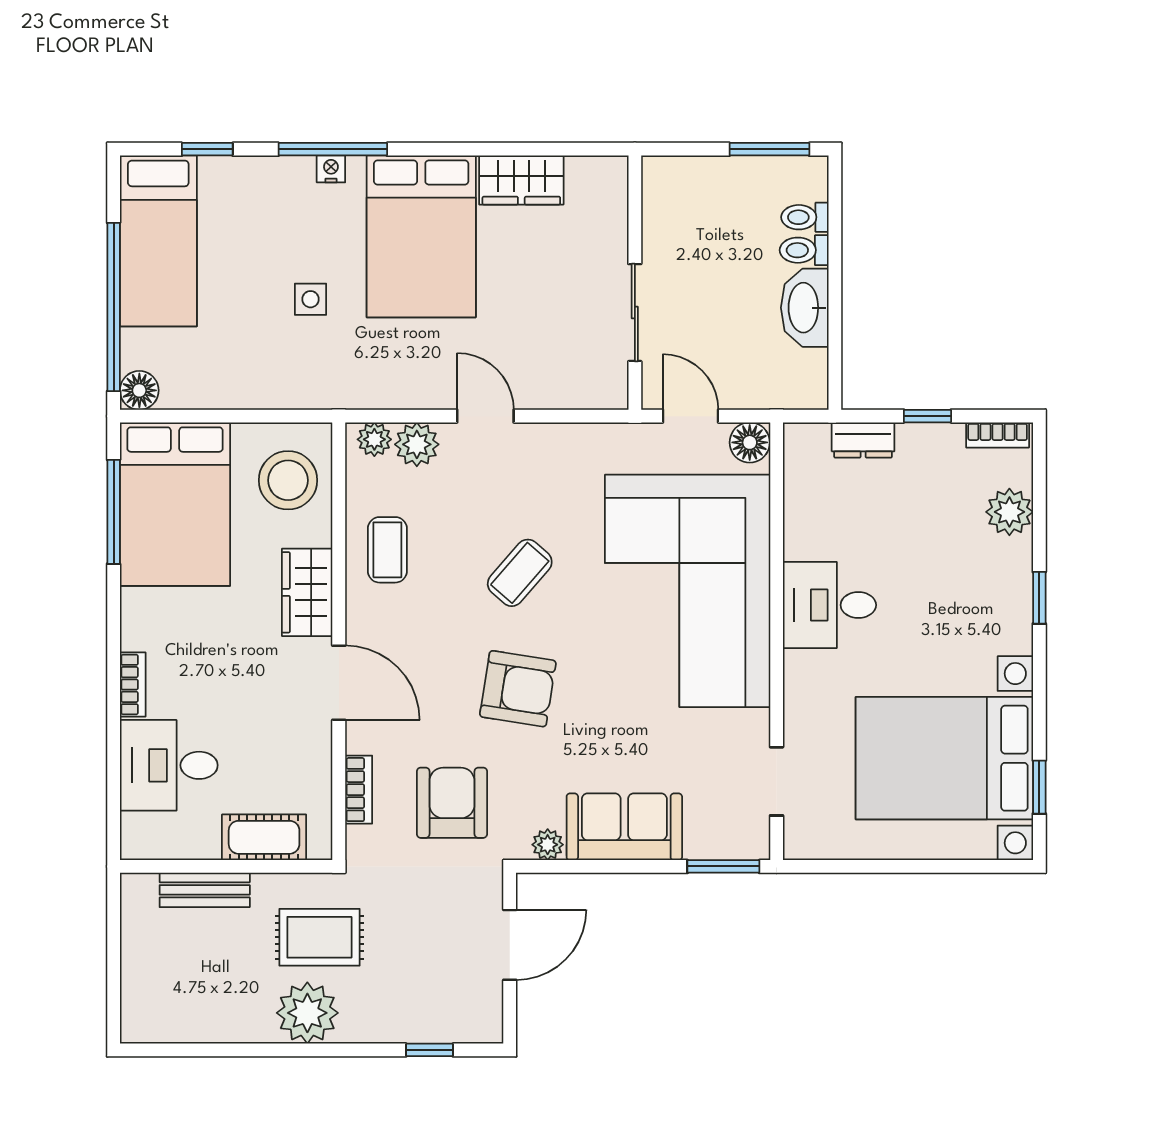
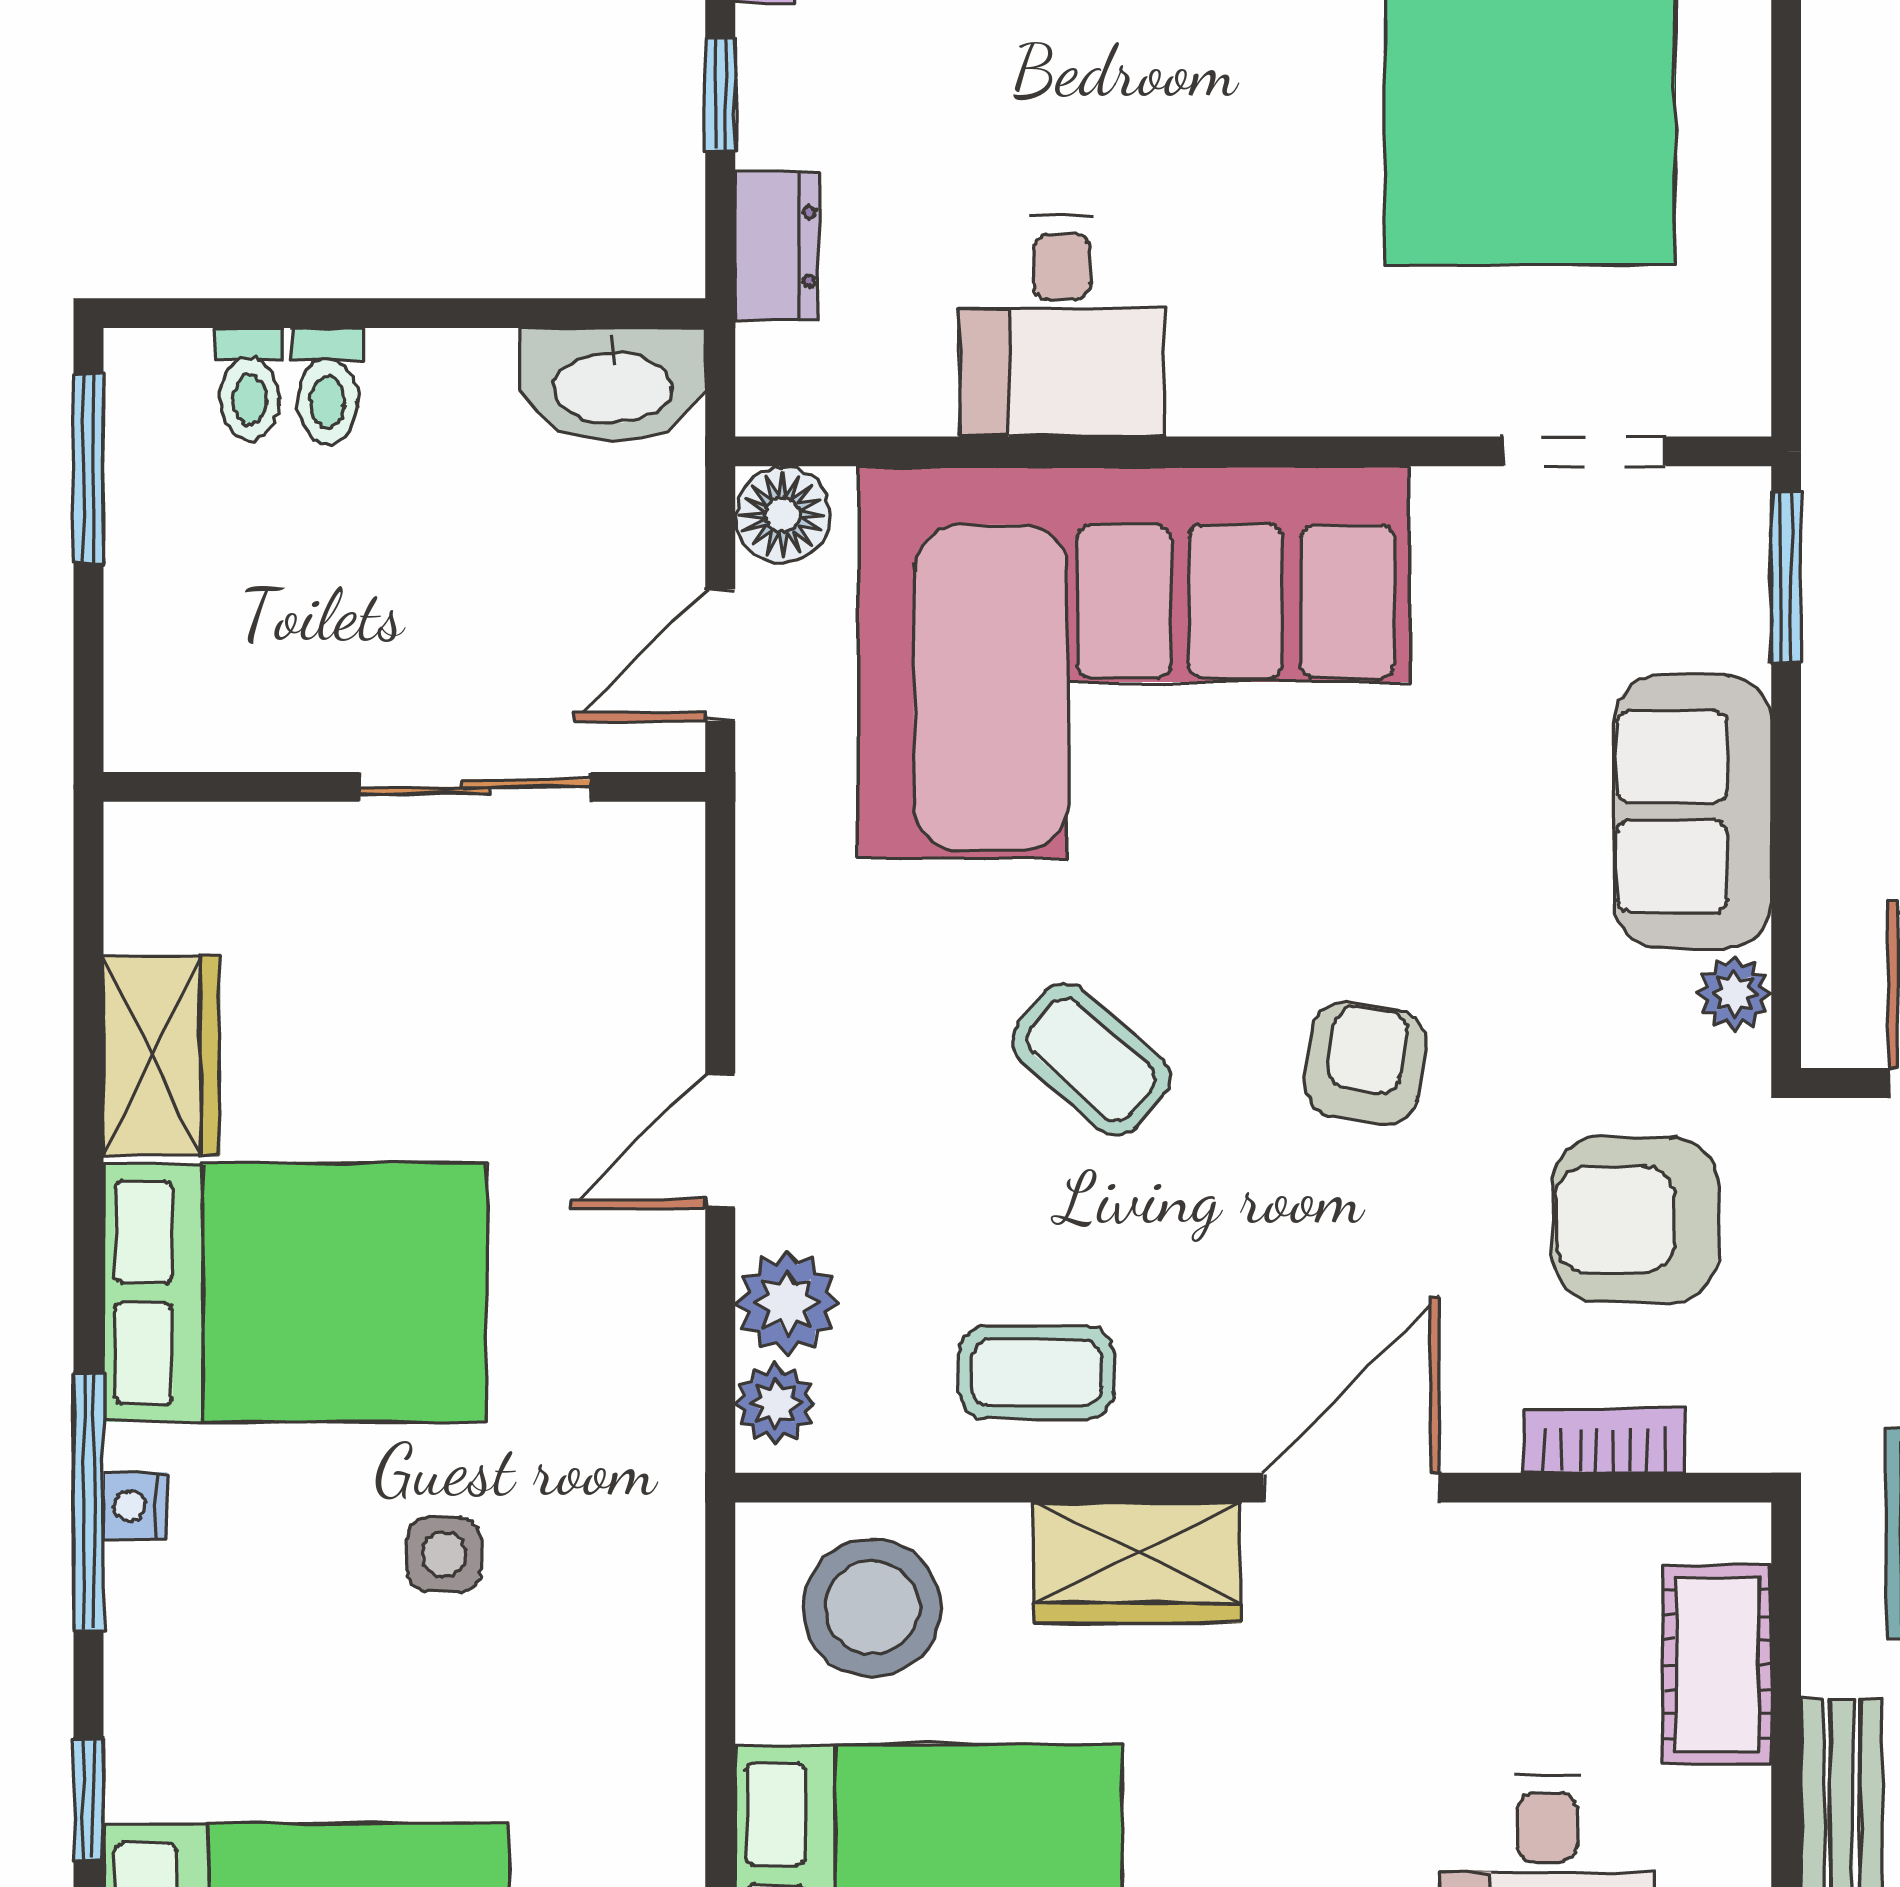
washbasin: (805, 308) -> (613, 385), moved
desk: (829, 605) -> (1062, 326), moved
armchair: (518, 689) -> (1366, 1064), width x0.72, depth x0.72

